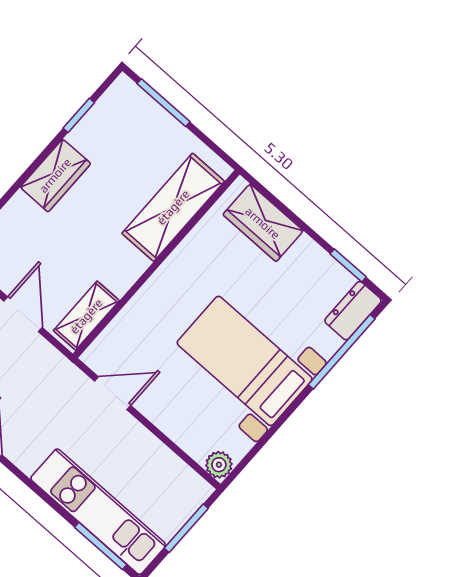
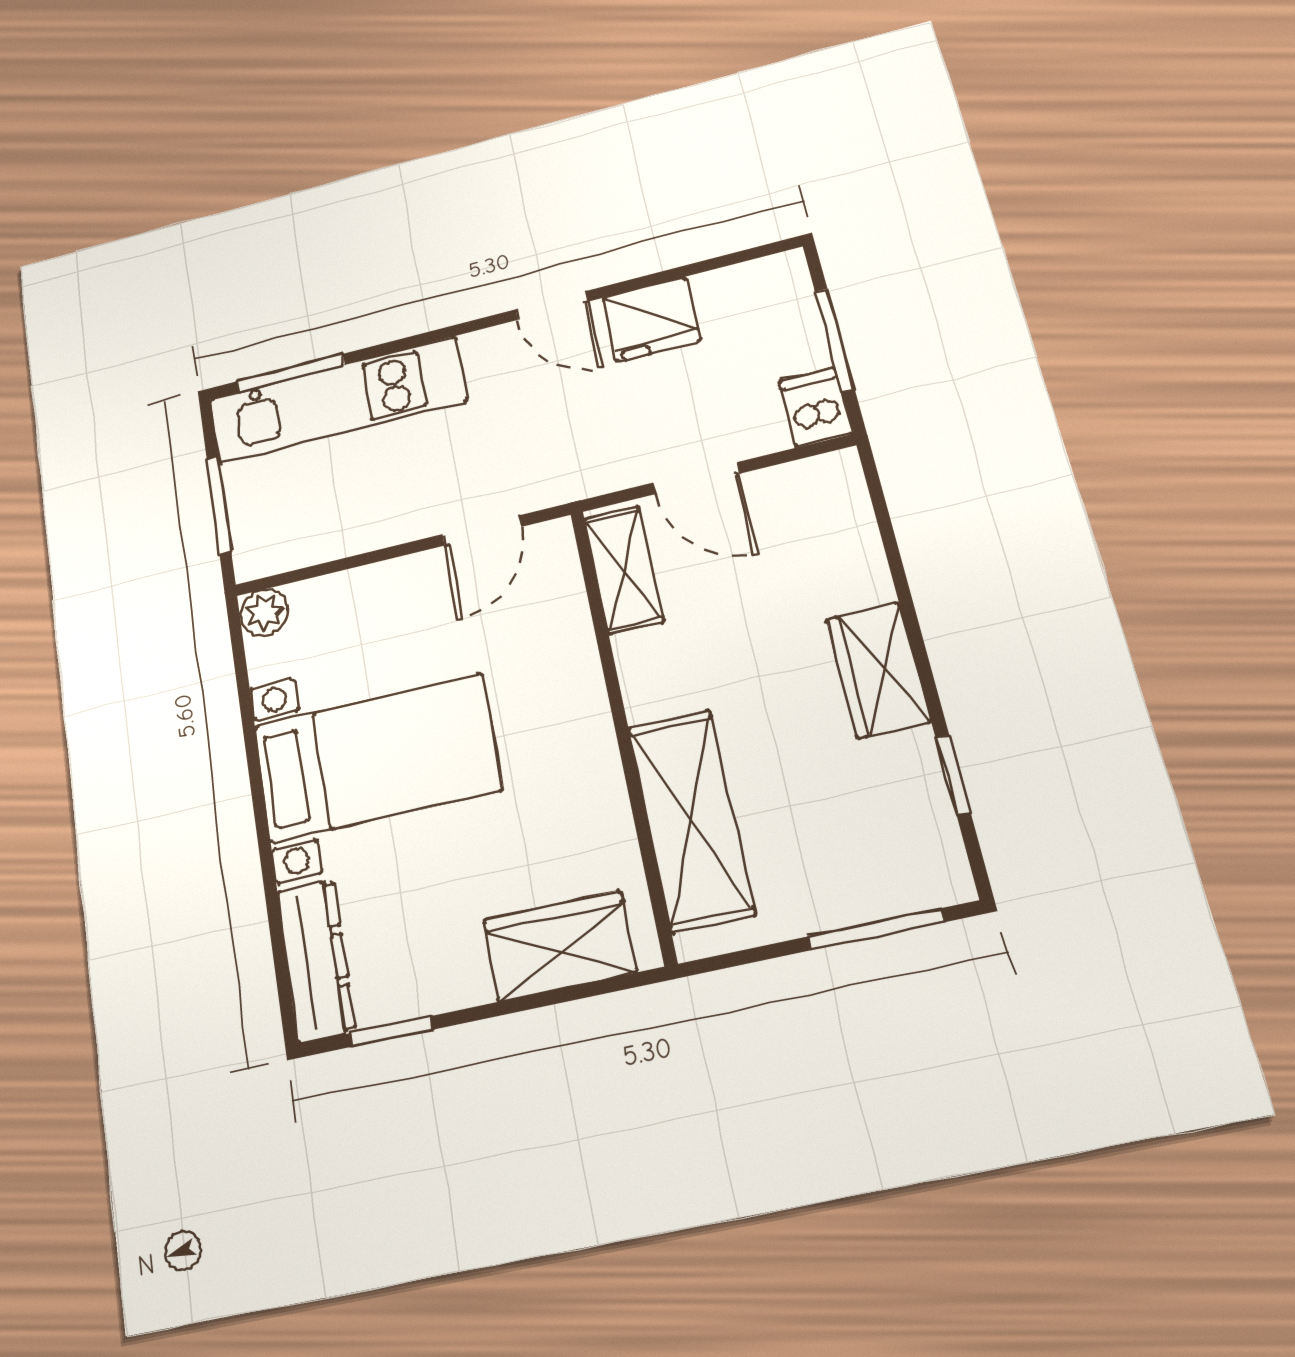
dresser: (353, 311) -> (316, 961), width x1.44
window: (342, 352) -> (274, 917), removed

